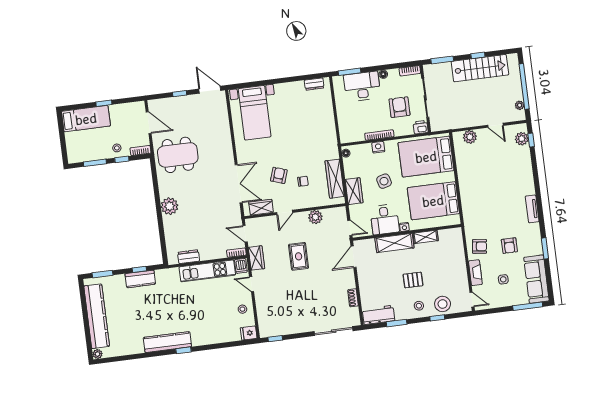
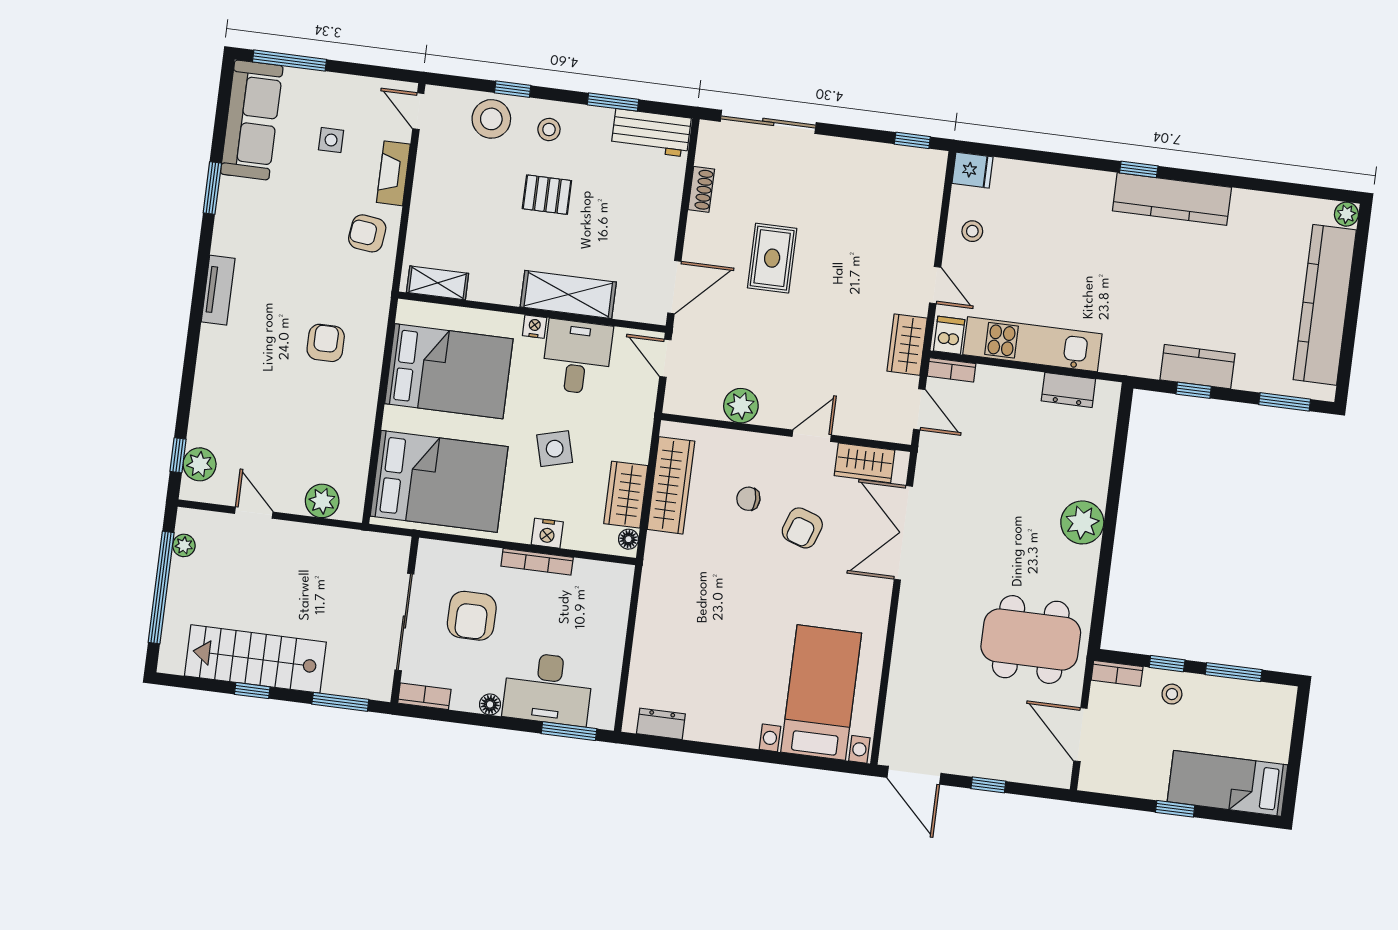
printer: (421, 127) -> (434, 555), removed
wardrobe: (354, 191) -> (626, 495), moved
shelving: (426, 237) -> (438, 283), moved
armchair: (509, 246) -> (326, 343), moved
rug: (299, 256) -> (772, 258), moved

